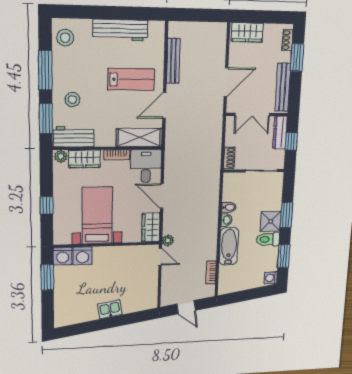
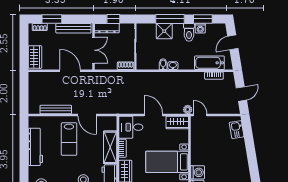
lab bench: (131, 79) -> (69, 139), turned 180
shelving: (139, 137) -> (110, 147), moved
door: (162, 196) -> (153, 115), swing flipped
window: (286, 215) -> (170, 19), width x1.44
shower: (271, 221) -> (164, 31), moved
bathtub: (229, 246) -> (209, 63), moved
door: (160, 257) -> (200, 115), hinge flipped
washing machine: (271, 278) -> (200, 28), moved
door: (252, 294) -> (233, 42), added
kitchen sink: (110, 309) -> (237, 130), moved

